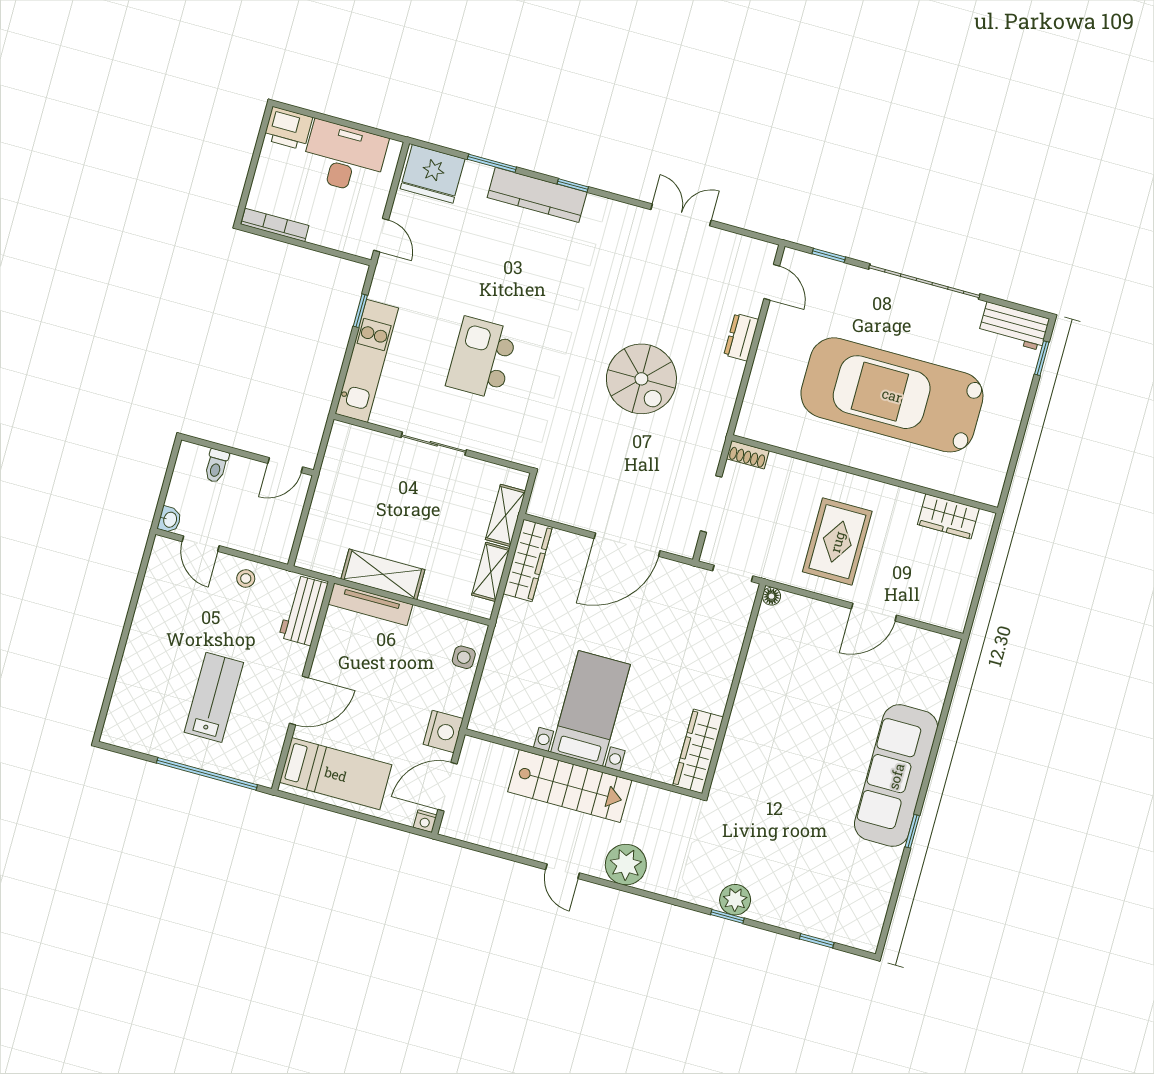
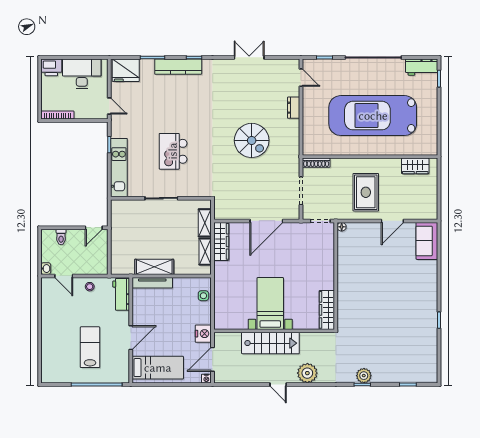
shoe rack: (748, 455) -> (316, 163), width x1.43
sofa: (896, 776) -> (427, 241), moved, width x0.54, depth x0.79

